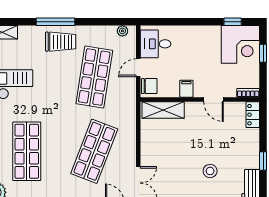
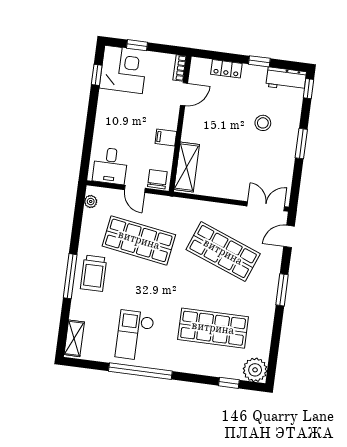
trolley: (61, 42) -> (94, 273), turned 180
door: (214, 99) -> (184, 94), moved
locker: (253, 115) -> (226, 69), moved

